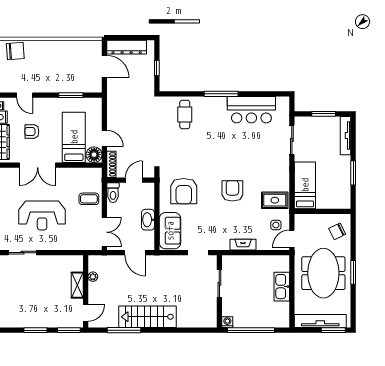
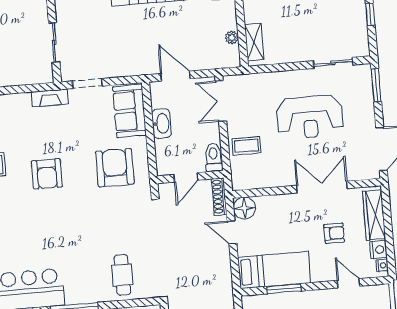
bed: (74, 137) -> (274, 270), moved, turned -90
reception desk: (42, 215) -> (310, 117), turned 180
fireplace: (243, 245) -> (50, 98), moved
shelving: (77, 285) -> (254, 42), moved

